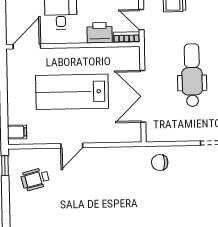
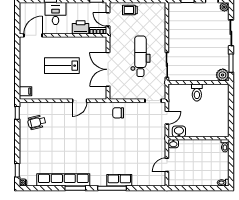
lab bench: (72, 92) -> (62, 66), width x0.73, depth x0.72
door: (72, 146) -> (80, 101), moved

